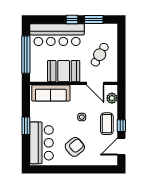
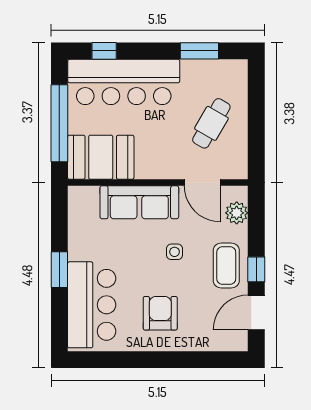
window: (72, 19) -> (104, 51), moved
booth: (64, 71) -> (101, 157), moved
sofa: (51, 93) -> (139, 202), moved
armchair: (75, 147) -> (160, 313), turned -51

